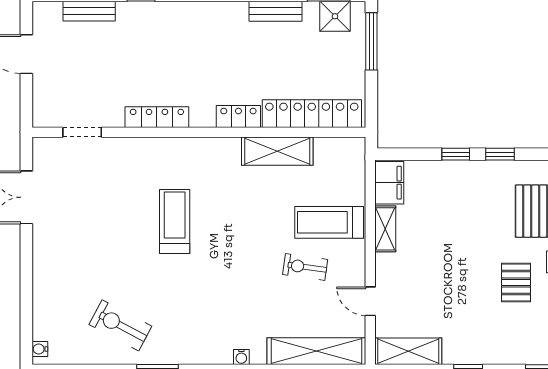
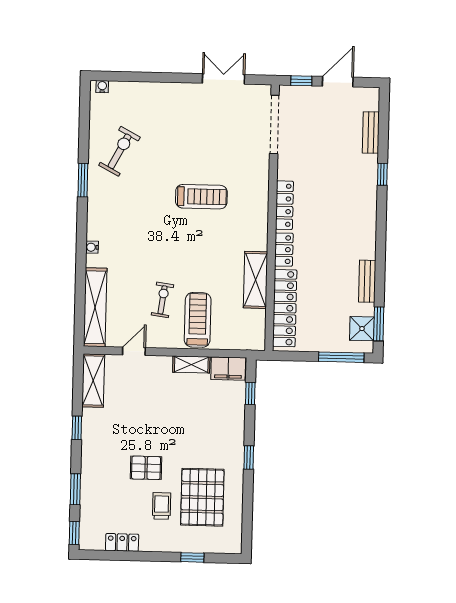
window: (26, 100) -> (301, 81), added
locker: (157, 117) -> (284, 205), moved
doorway: (82, 132) -> (274, 125), width x1.88
window: (456, 154) -> (250, 393), moved

